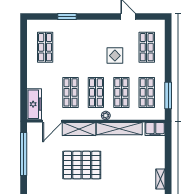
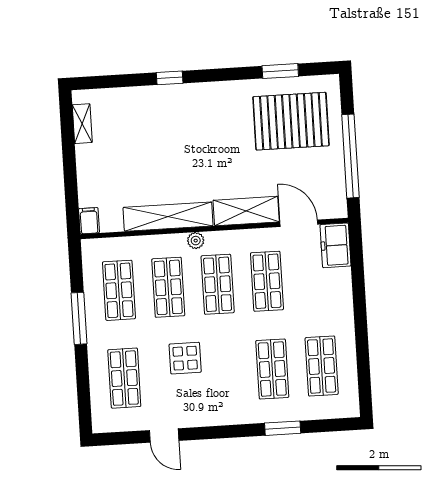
shop shelf: (71, 47) -> (272, 369), added
window: (168, 96) -> (79, 318), moved
freezer: (34, 104) -> (335, 245), width x0.71
door: (52, 121) -> (299, 223), hinge flipped
filing cabinet: (155, 129) -> (89, 221), width x0.50
pallet: (82, 165) -> (291, 121), moved

